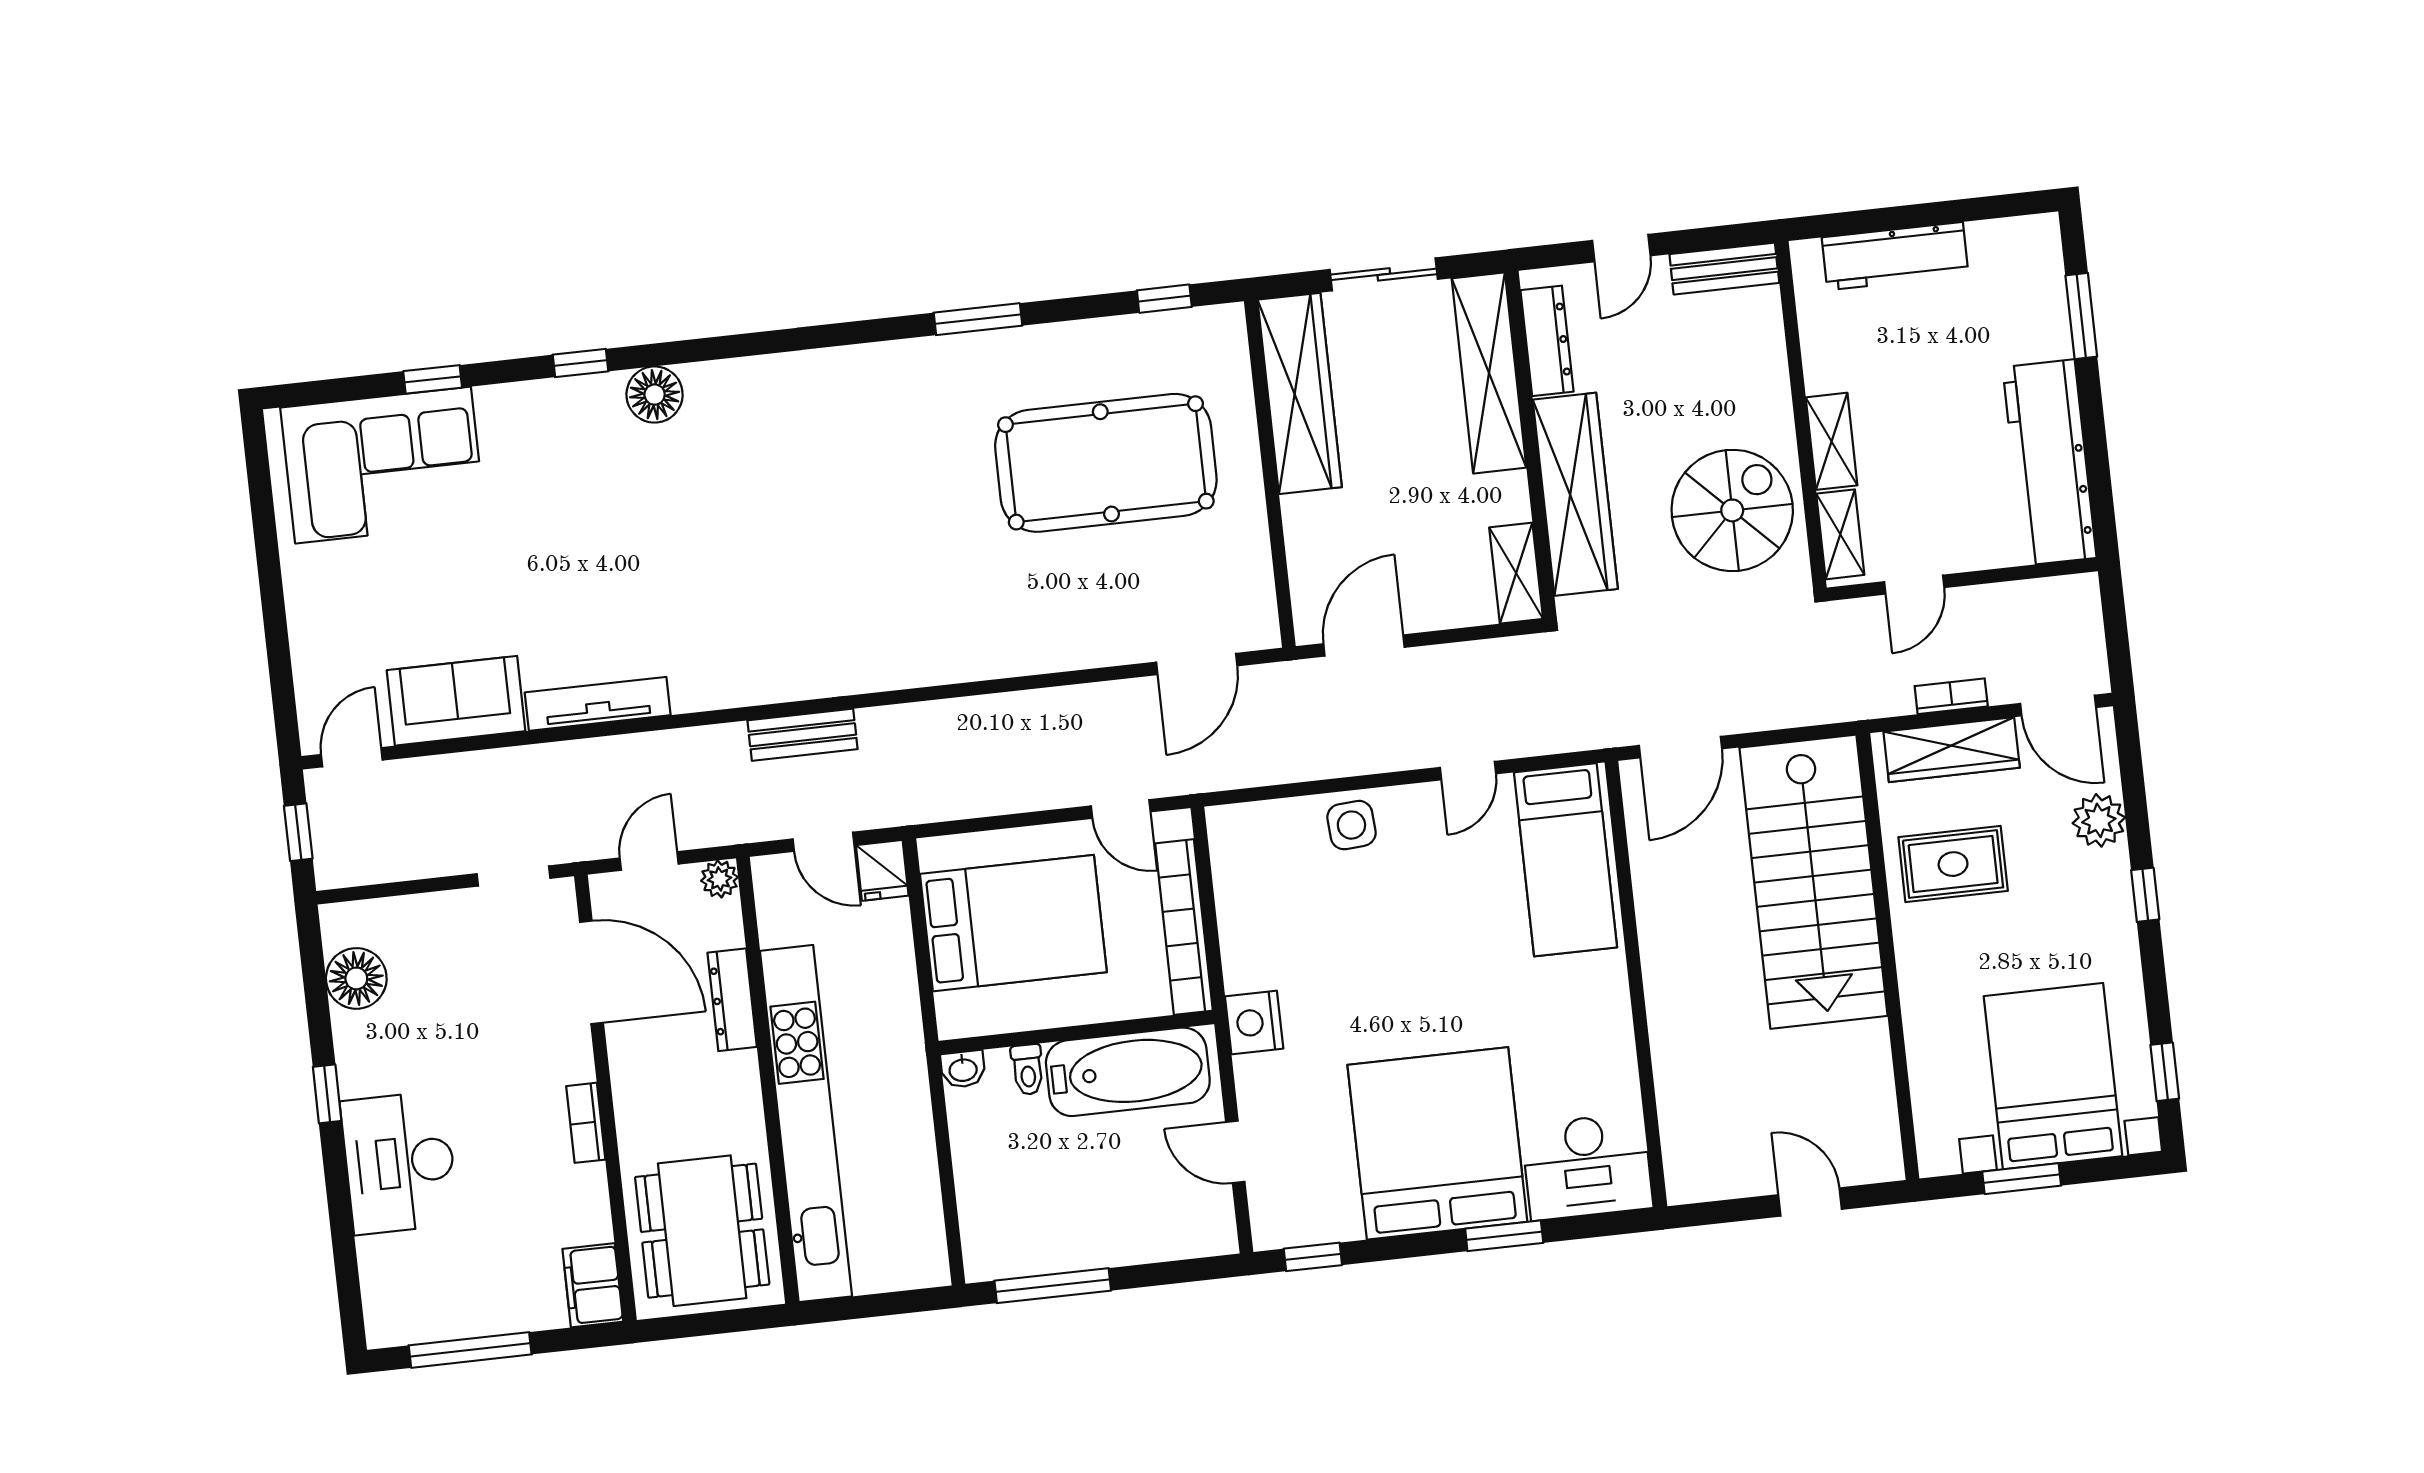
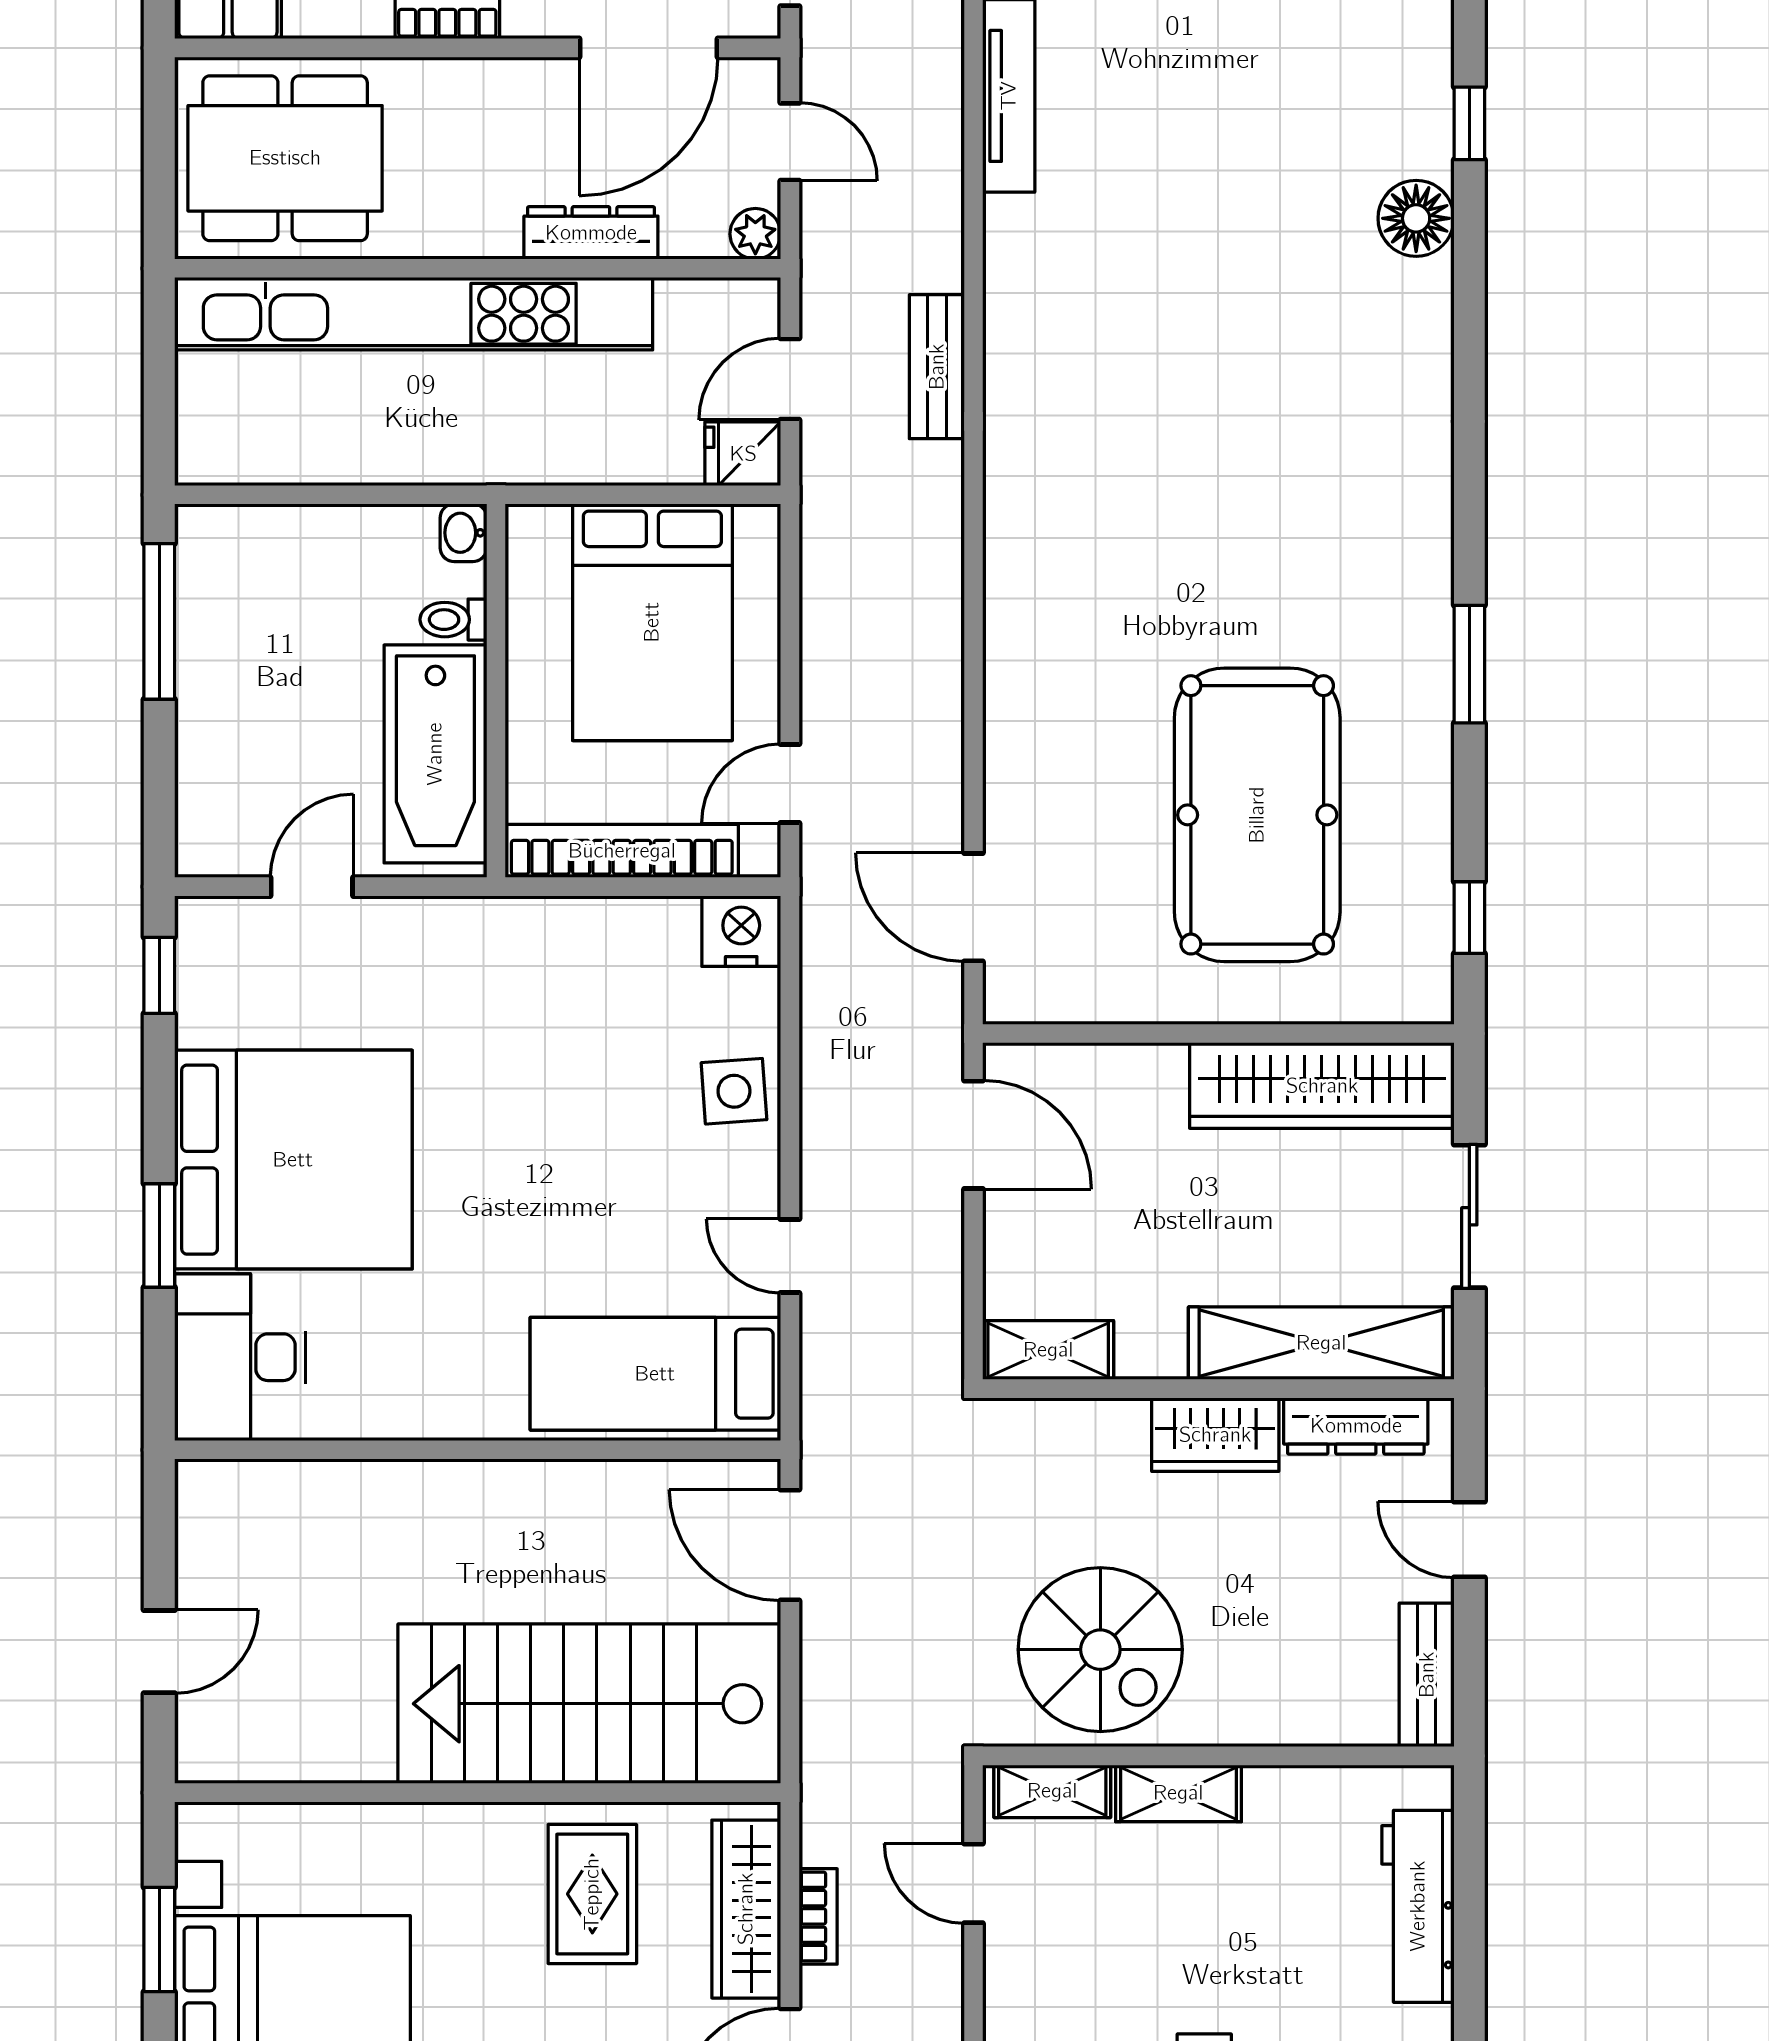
wardrobe: (1575, 494) -> (1215, 1435), width x0.48, depth x0.85
nightstand: (1254, 1022) -> (741, 931), moved

